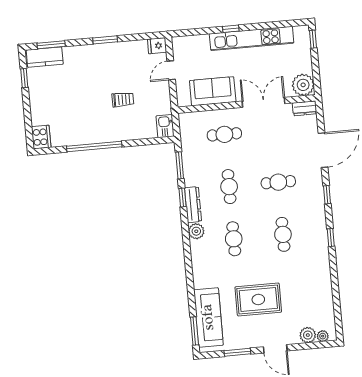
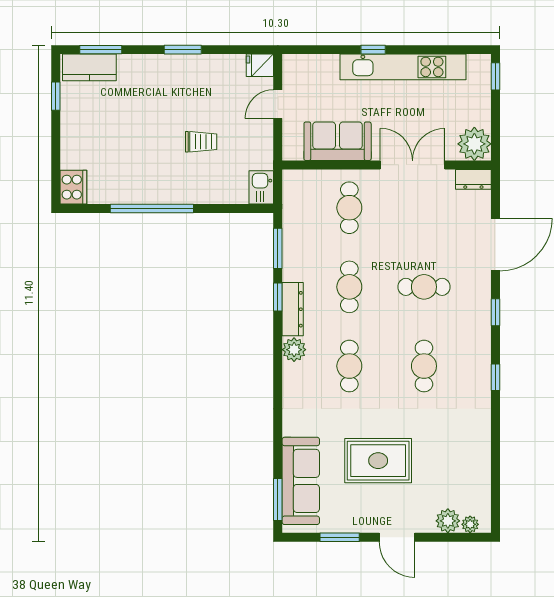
cafe table: (224, 134) -> (349, 208), turned 90

